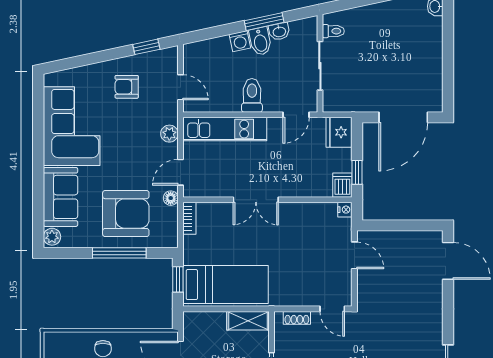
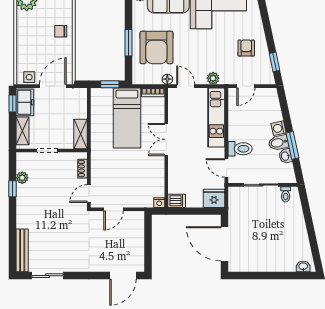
toilet: (252, 95) -> (240, 149), moved
window: (357, 172) -> (186, 211), removed
window: (119, 253) -> (129, 43), width x0.69
door: (354, 255) -> (113, 209), moved
bed: (226, 285) -> (127, 118), moved

